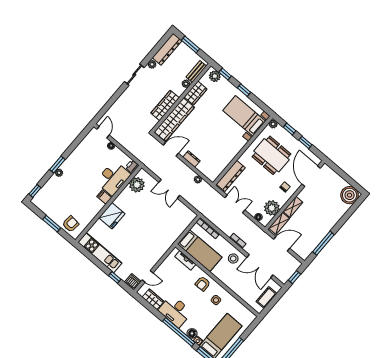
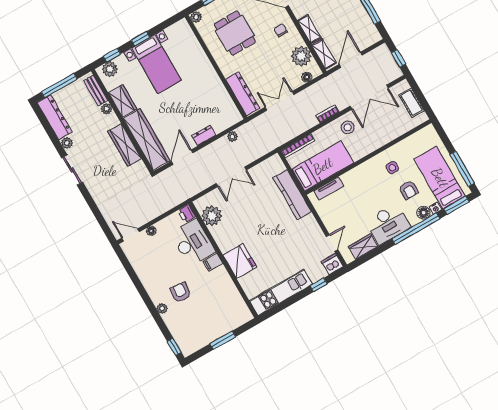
window: (191, 44) -> (59, 86), width x1.44
bed with nightstands: (244, 116) -> (156, 64), moved, turned -90
dining table: (272, 155) -> (235, 33), width x0.73
window: (57, 165) -> (151, 307), removed
armchair: (71, 224) -> (181, 292), moved
kitchen counter: (172, 236) -> (292, 195), added
armchair: (203, 284) -> (409, 190), moved

